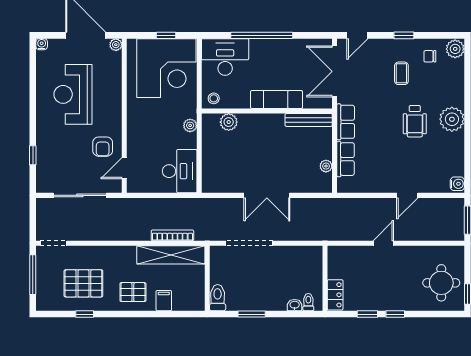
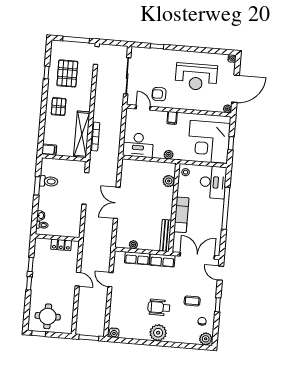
reception desk: (73, 94) -> (196, 77), turned 180
filing cabinet: (136, 125) -> (172, 118), added
door: (407, 195) -> (110, 280), moved
locker: (335, 295) -> (61, 245), moved
toilet: (218, 298) -> (49, 181), moved
filing cabinet: (164, 301) -> (49, 150), moved

